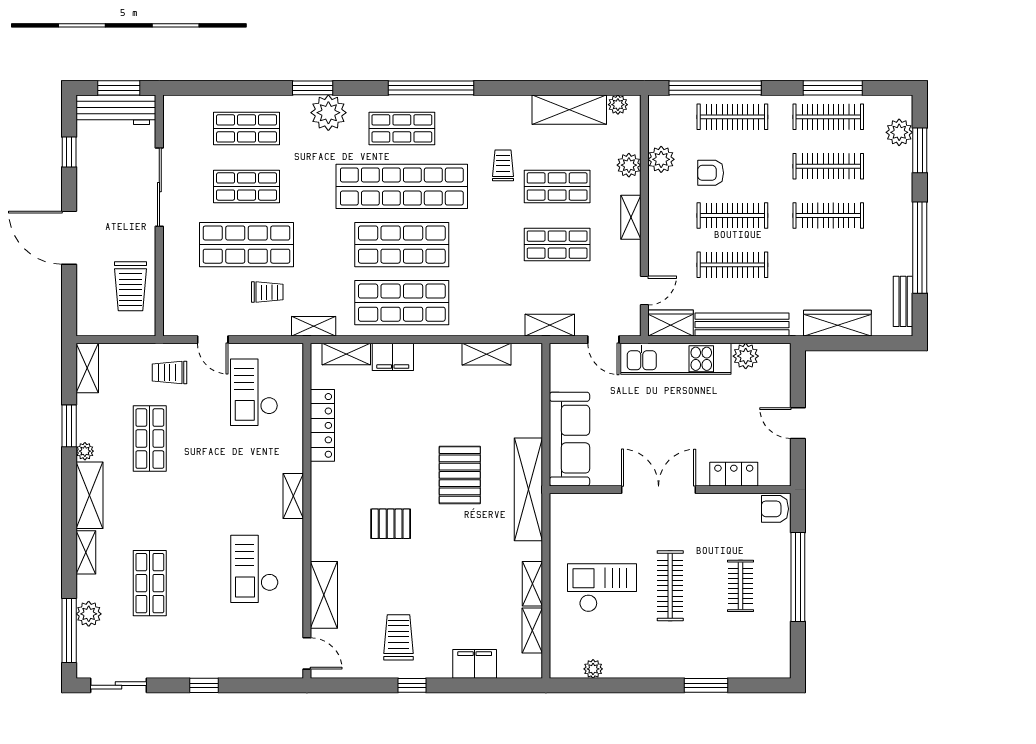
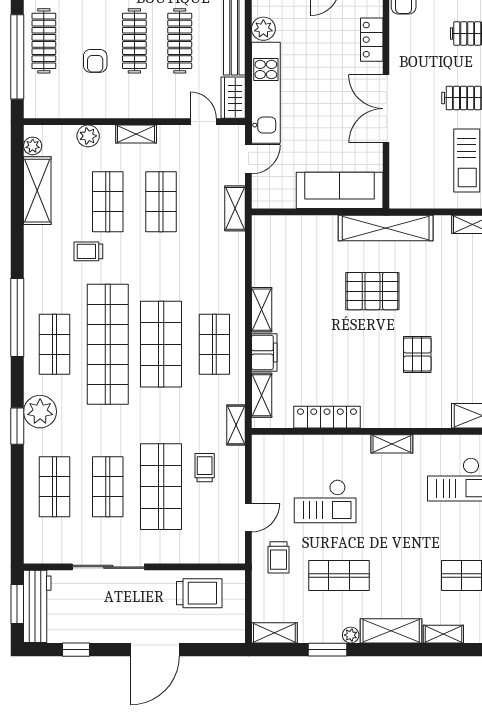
plant: (661, 159) -> (83, 106), removed
shop shelf: (402, 303) -> (214, 344), width x0.70, depth x0.74
shelving: (486, 354) -> (262, 310), moved
checkout: (254, 392) -> (325, 501), moved

